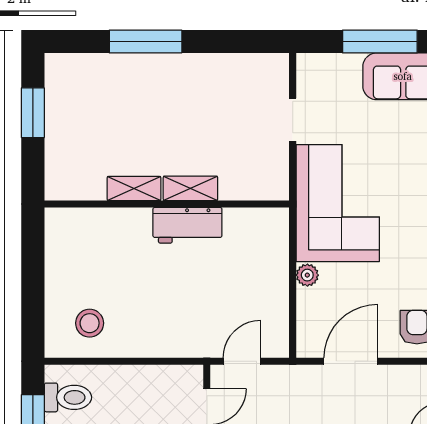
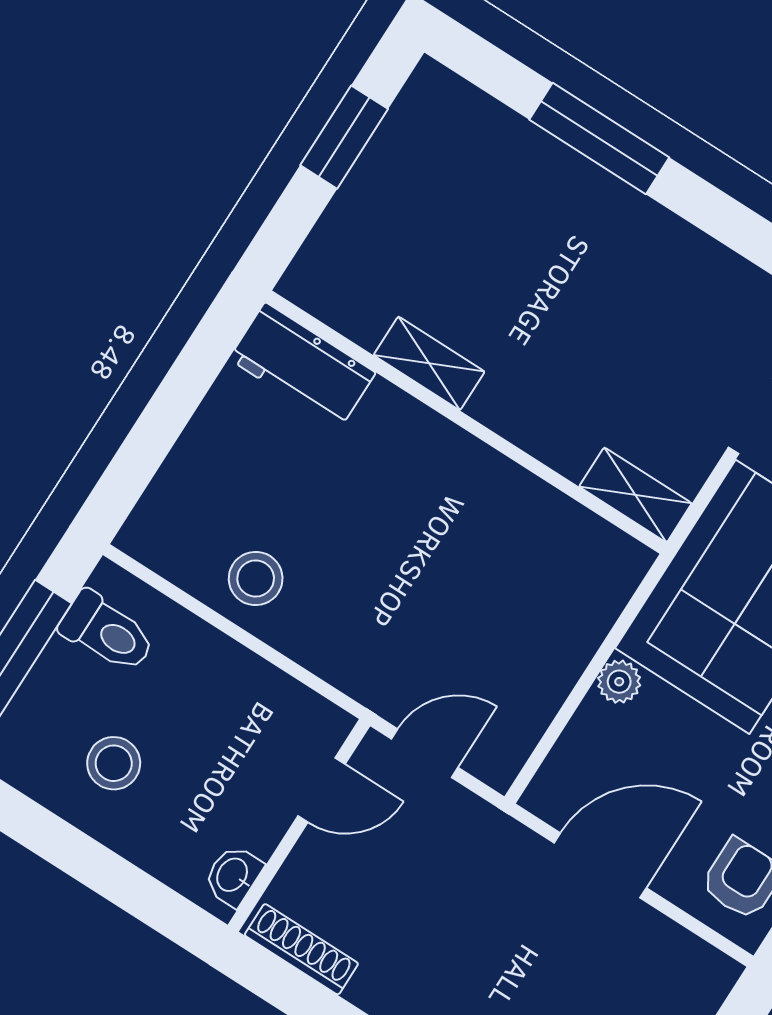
shelving: (190, 188) -> (635, 495), moved
workbench: (187, 225) -> (302, 366), moved
stool: (90, 323) -> (256, 579), moved

